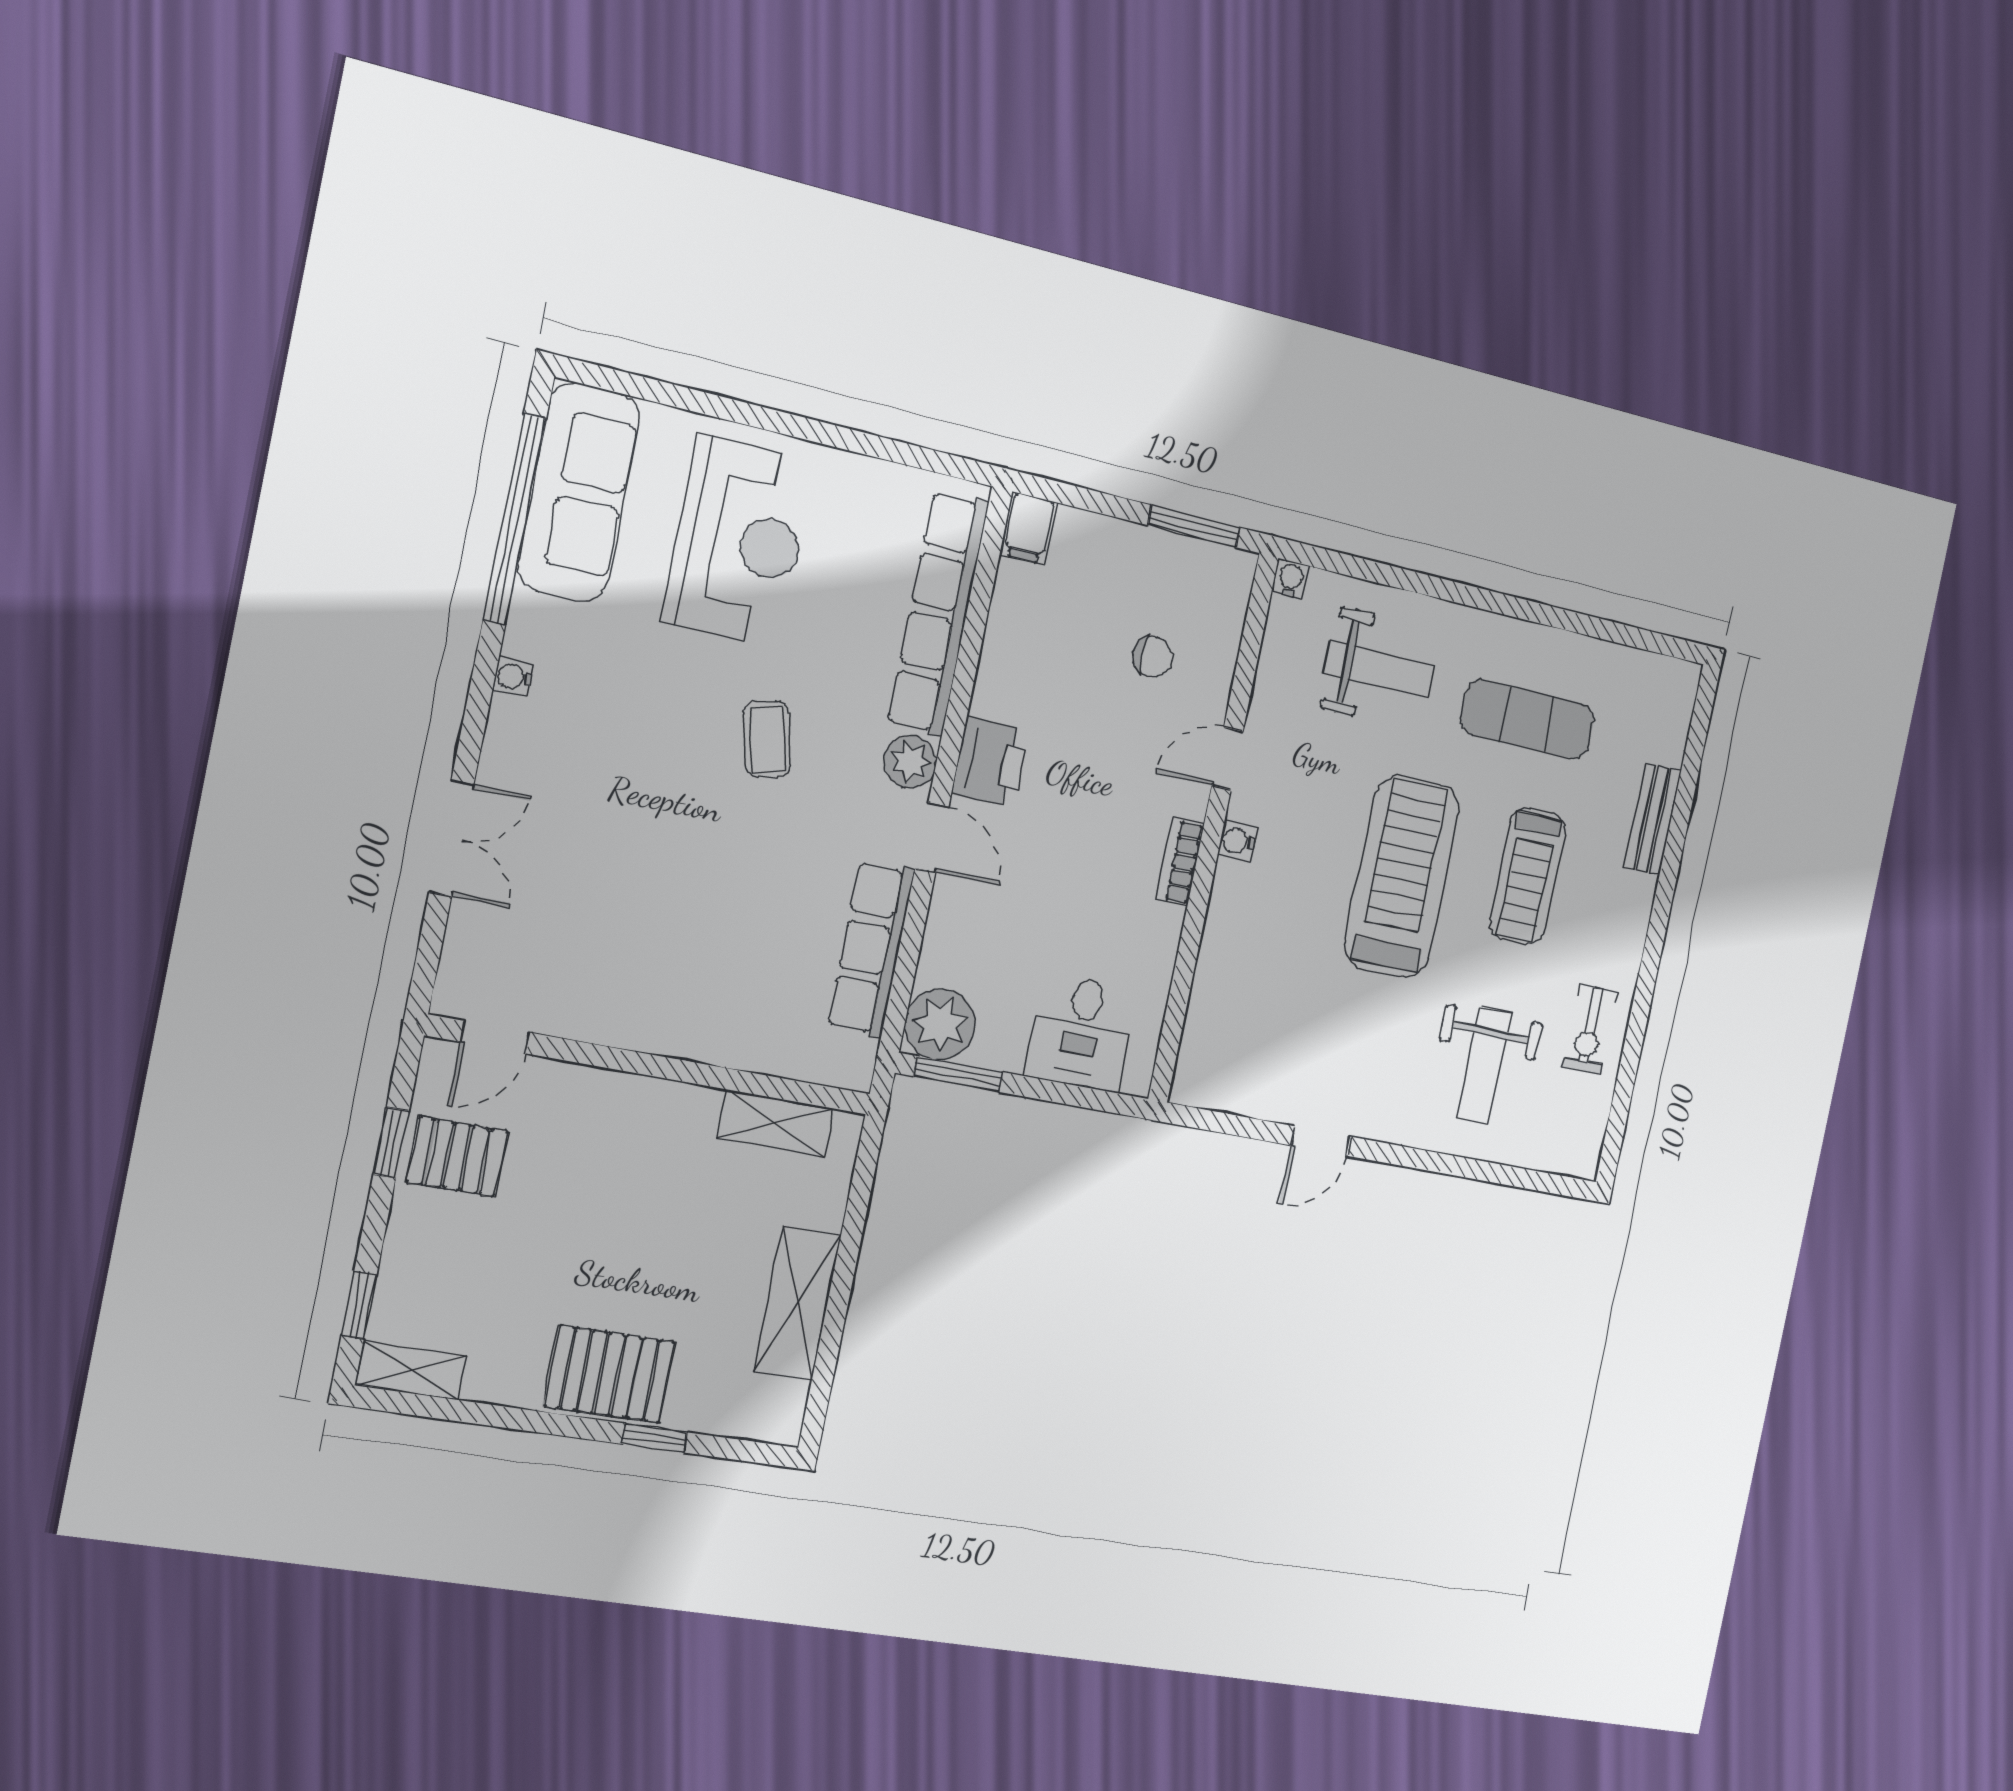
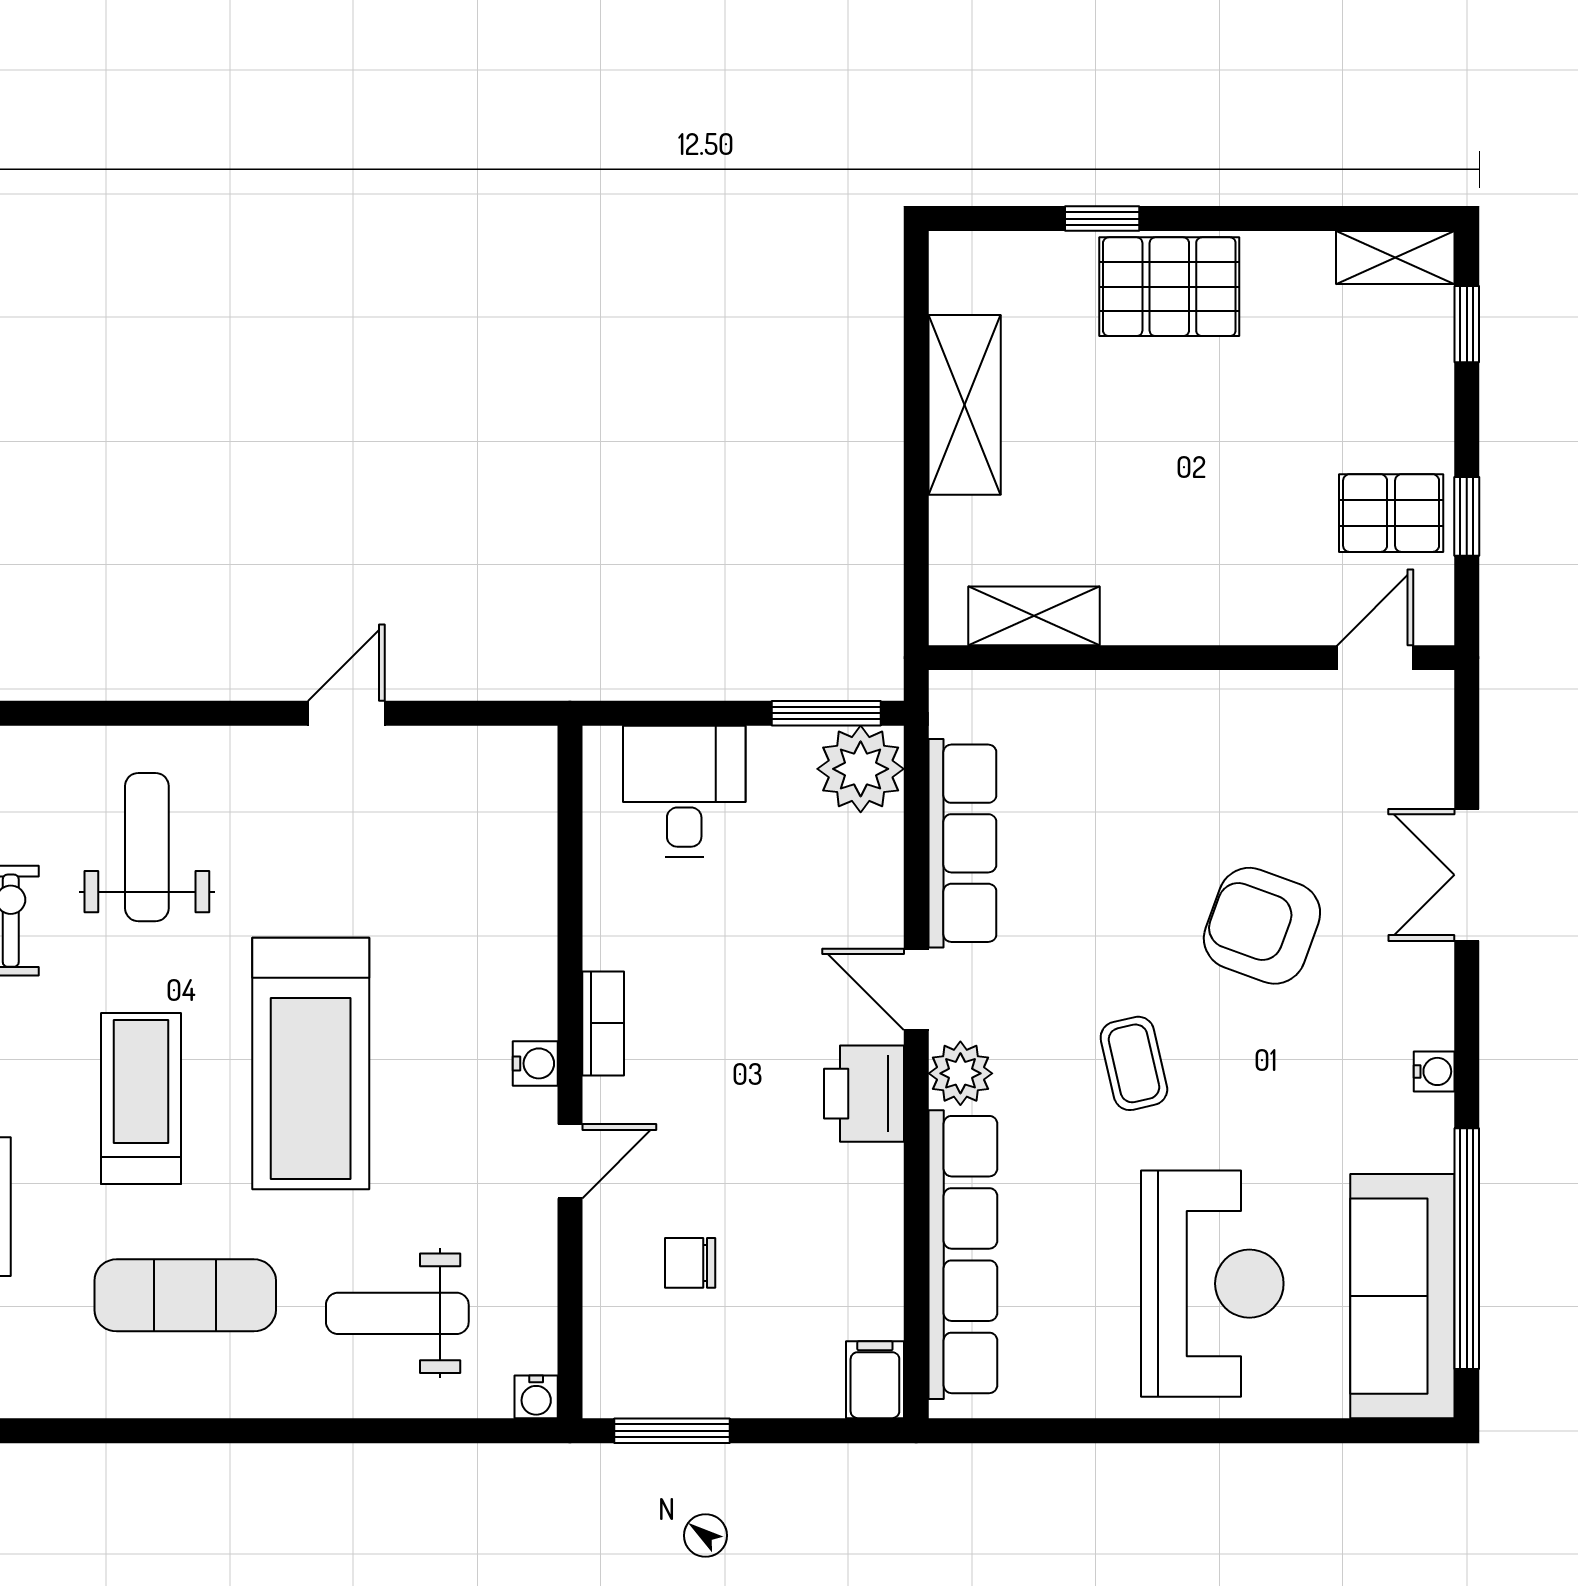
reception desk: (739, 541) -> (1212, 1284), turned 180
armchair: (637, 831) -> (1262, 926), added

